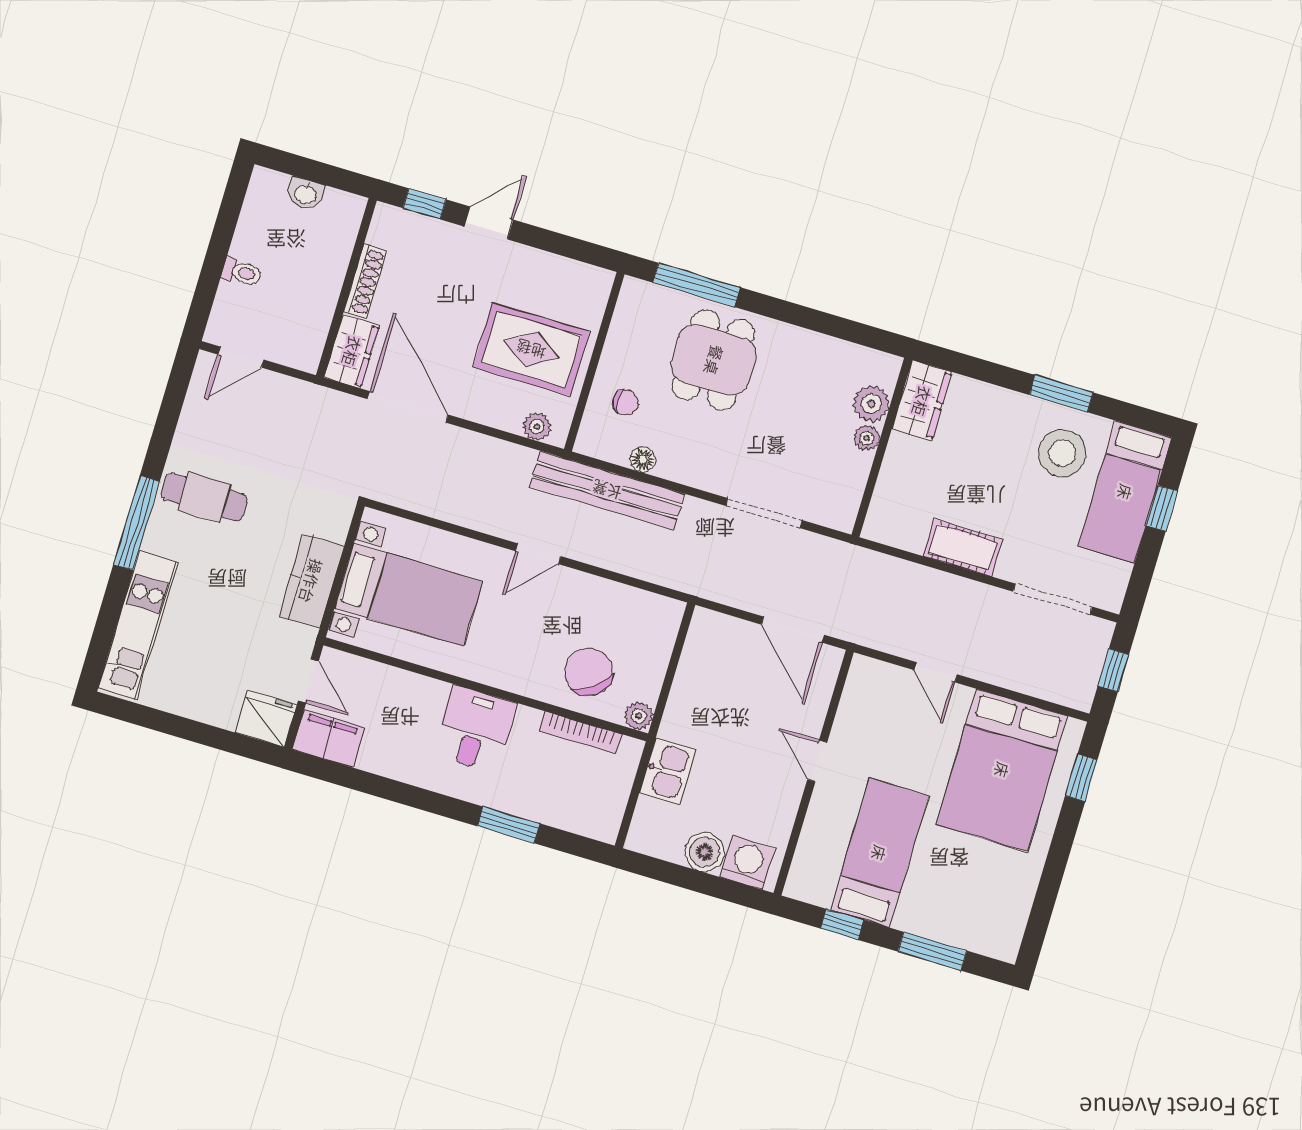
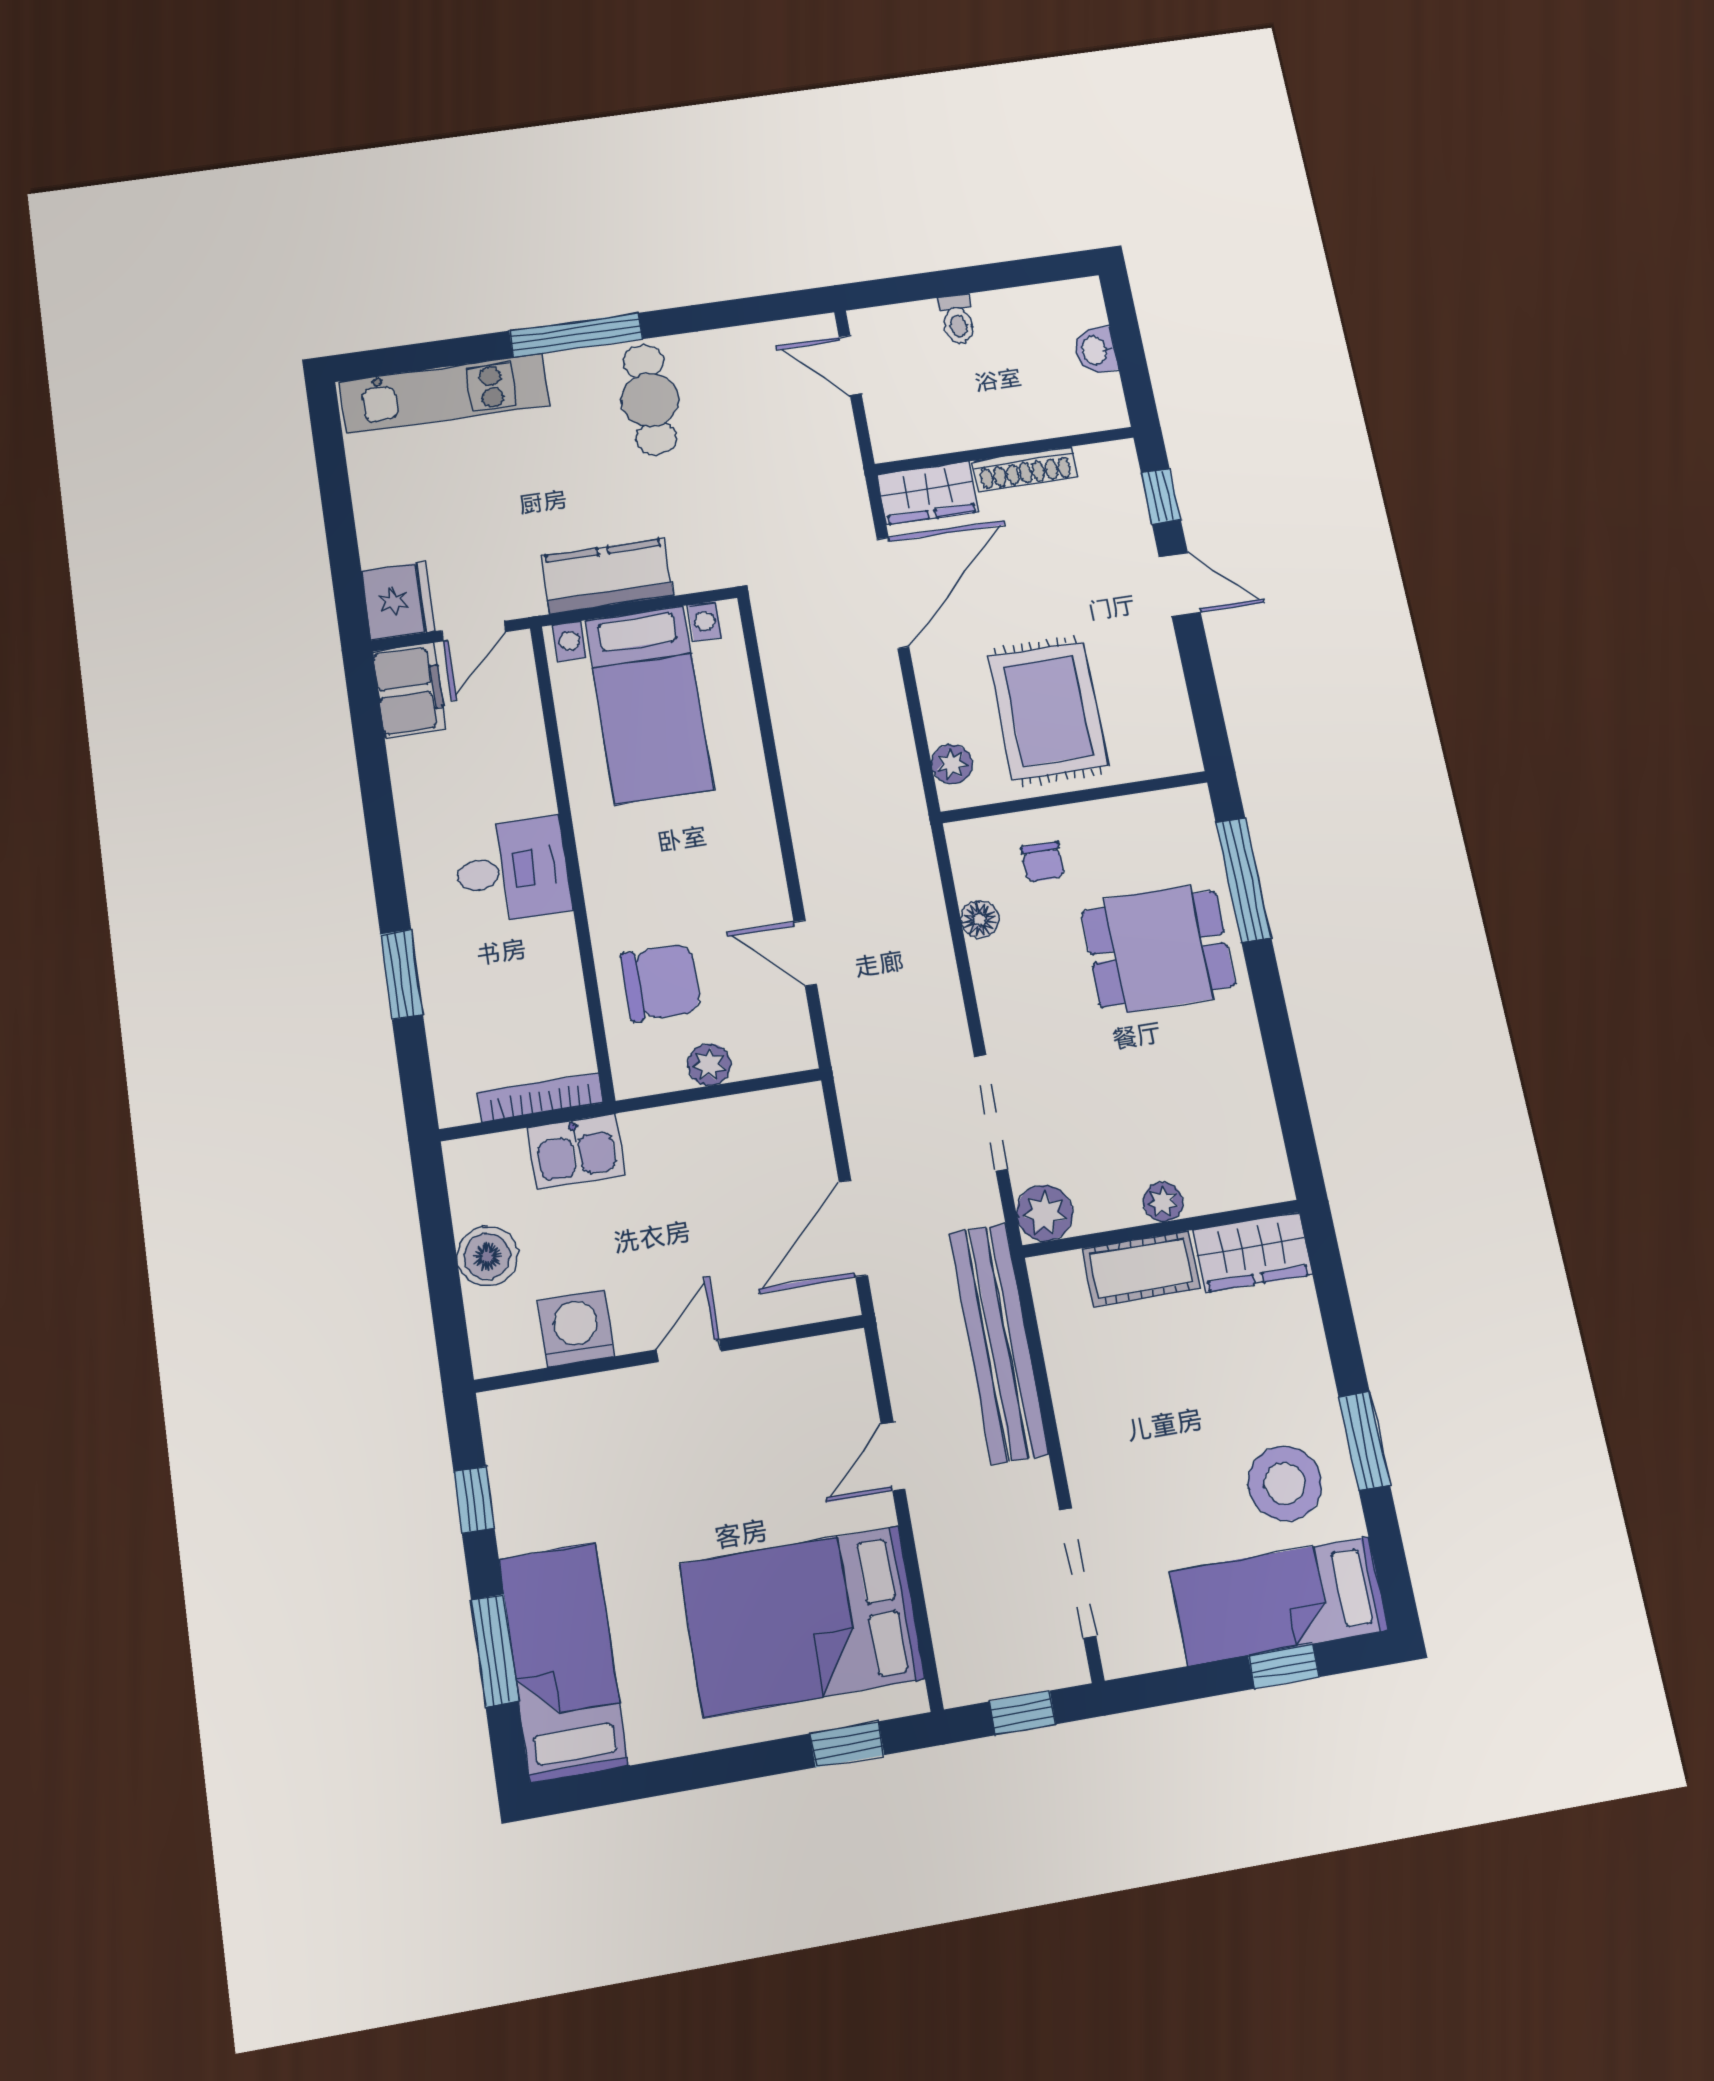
plant: (871, 404) -> (1045, 1213), moved
bench: (607, 490) -> (999, 1343), moved
cot: (963, 548) -> (1141, 1268), moved, turned 90
door: (538, 554) -> (805, 953), moved
chair: (589, 672) -> (661, 982), turned 37
plant: (639, 716) -> (709, 1065), moved
bookcase: (581, 733) -> (540, 1097), moved, turned 90
bed: (879, 853) -> (563, 1662), moved, turned -90
washing machine: (748, 863) -> (576, 1328), moved, turned -90

